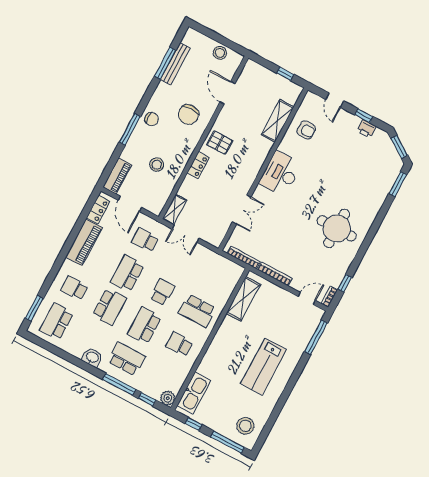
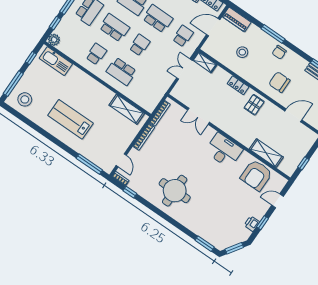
armchair: (306, 130) -> (256, 175), width x1.88, depth x1.88
school desk: (162, 292) -> (140, 45), turned -90
school desk: (197, 311) -> (121, 71), turned -90

